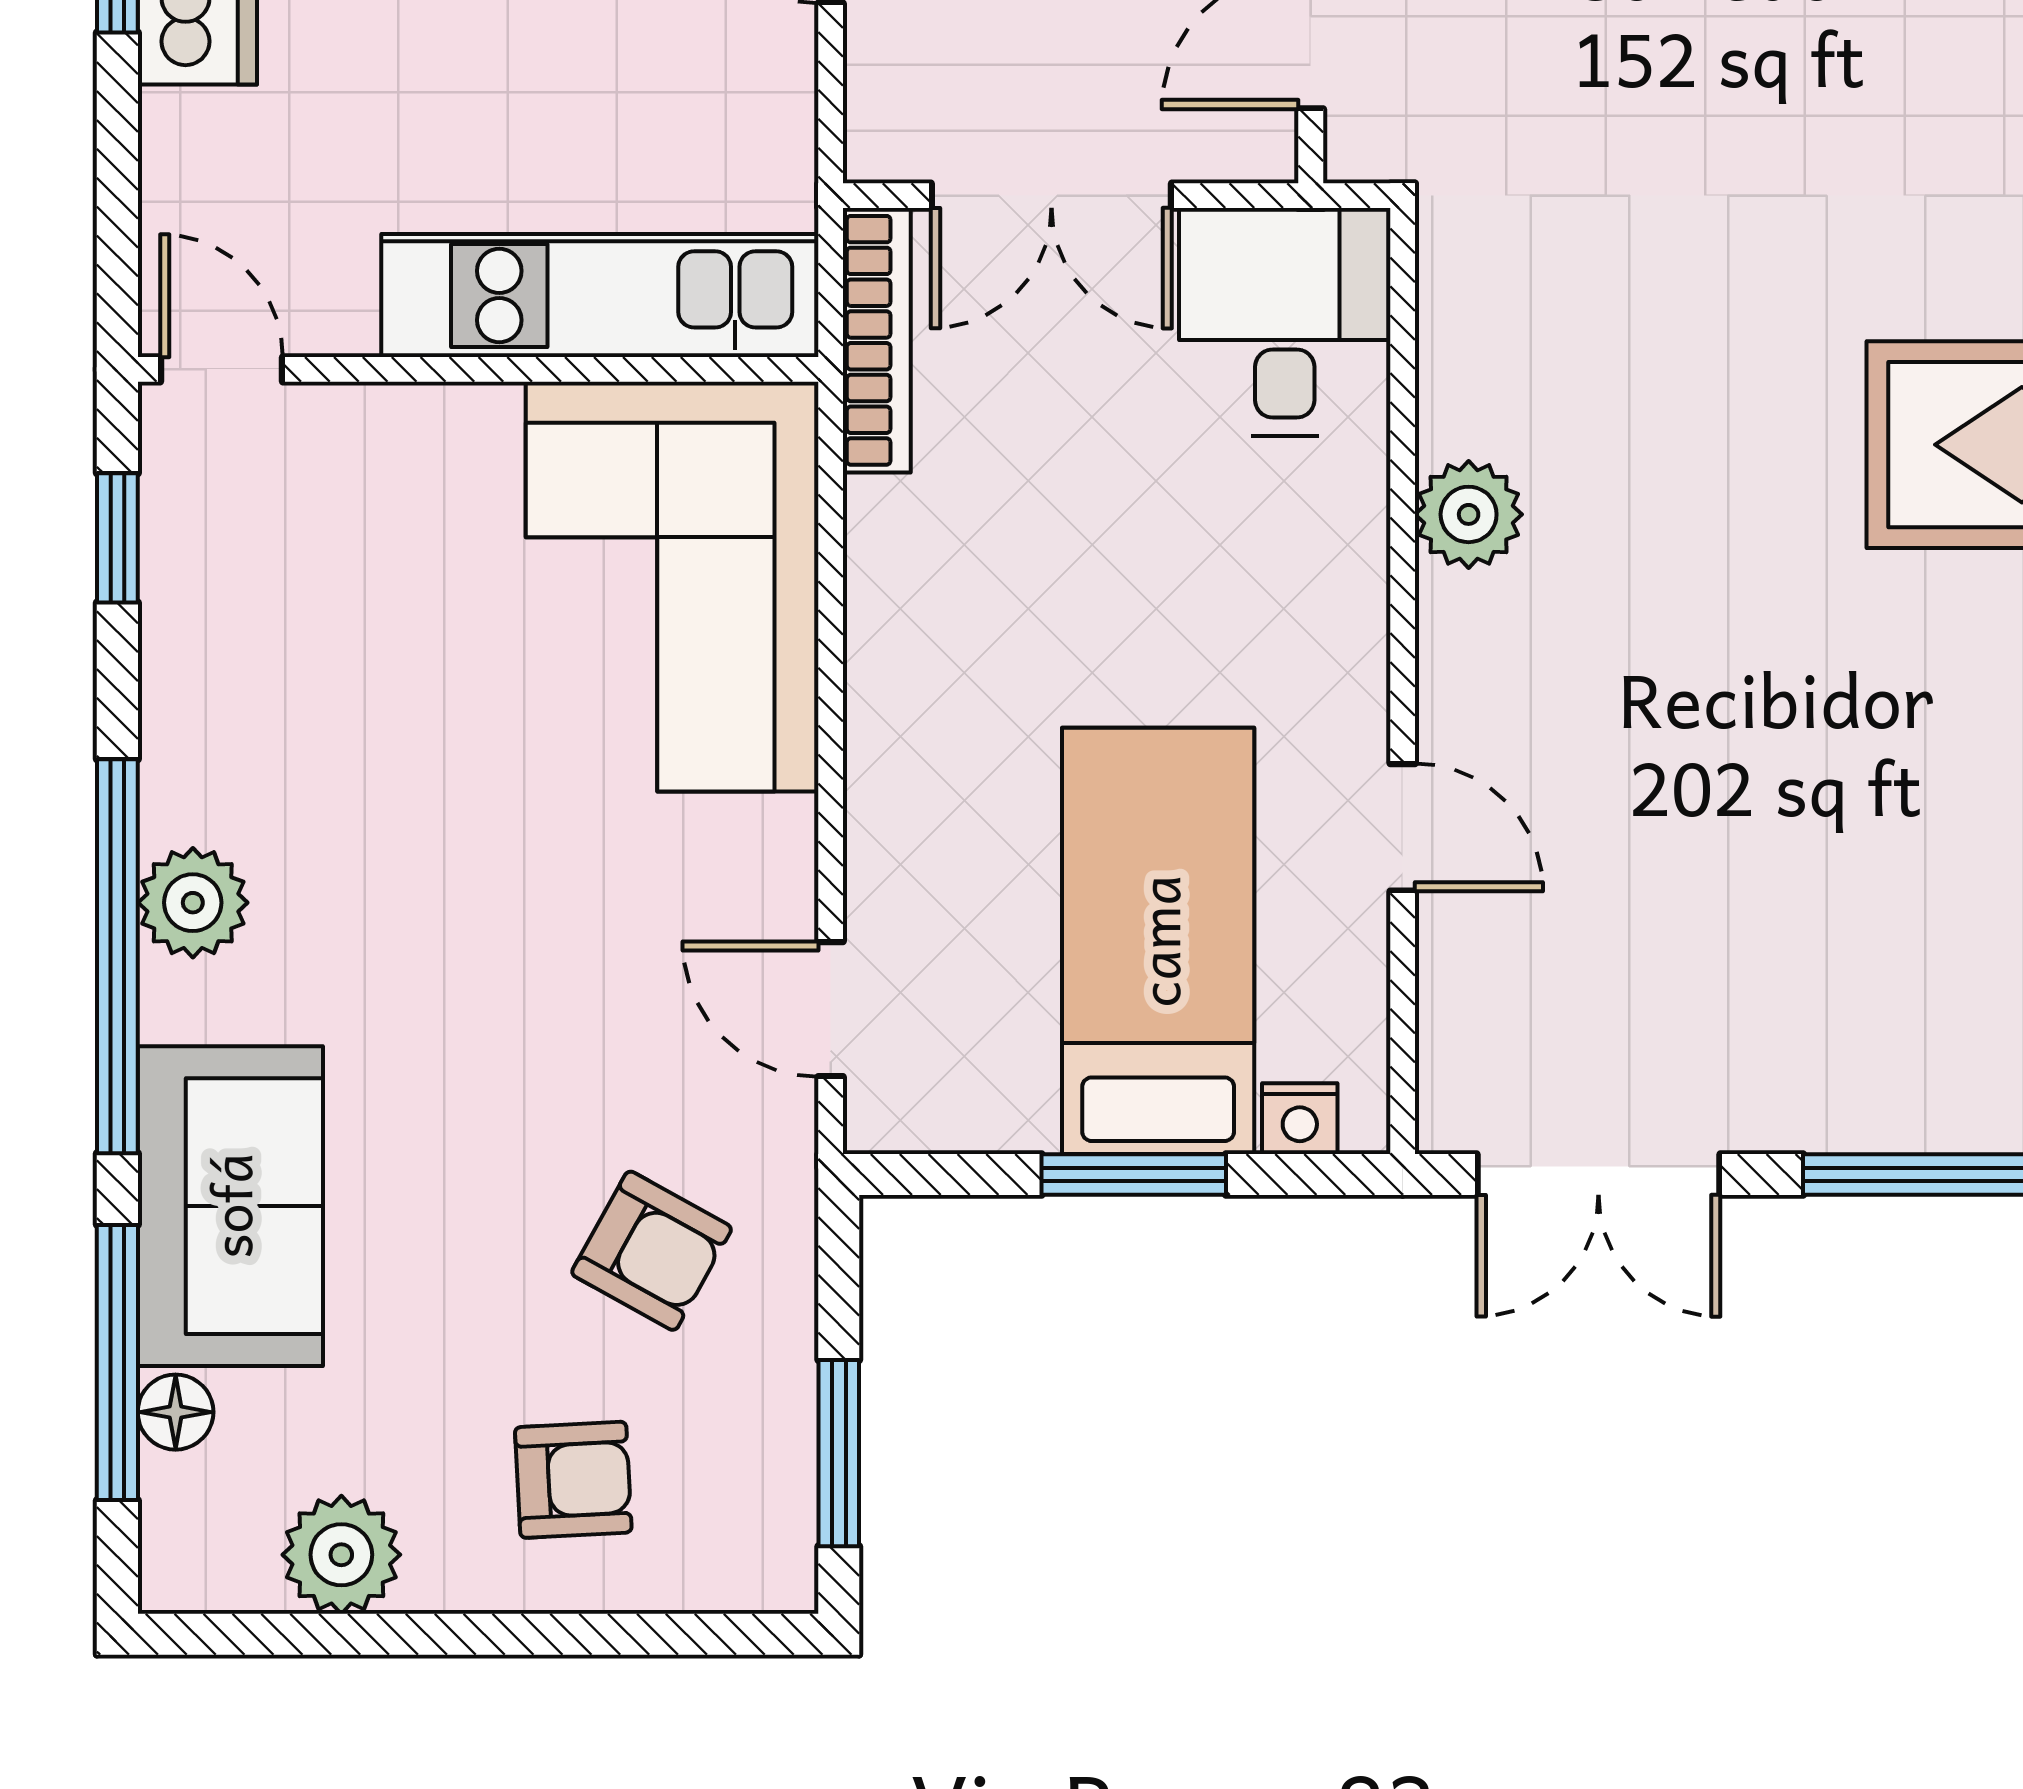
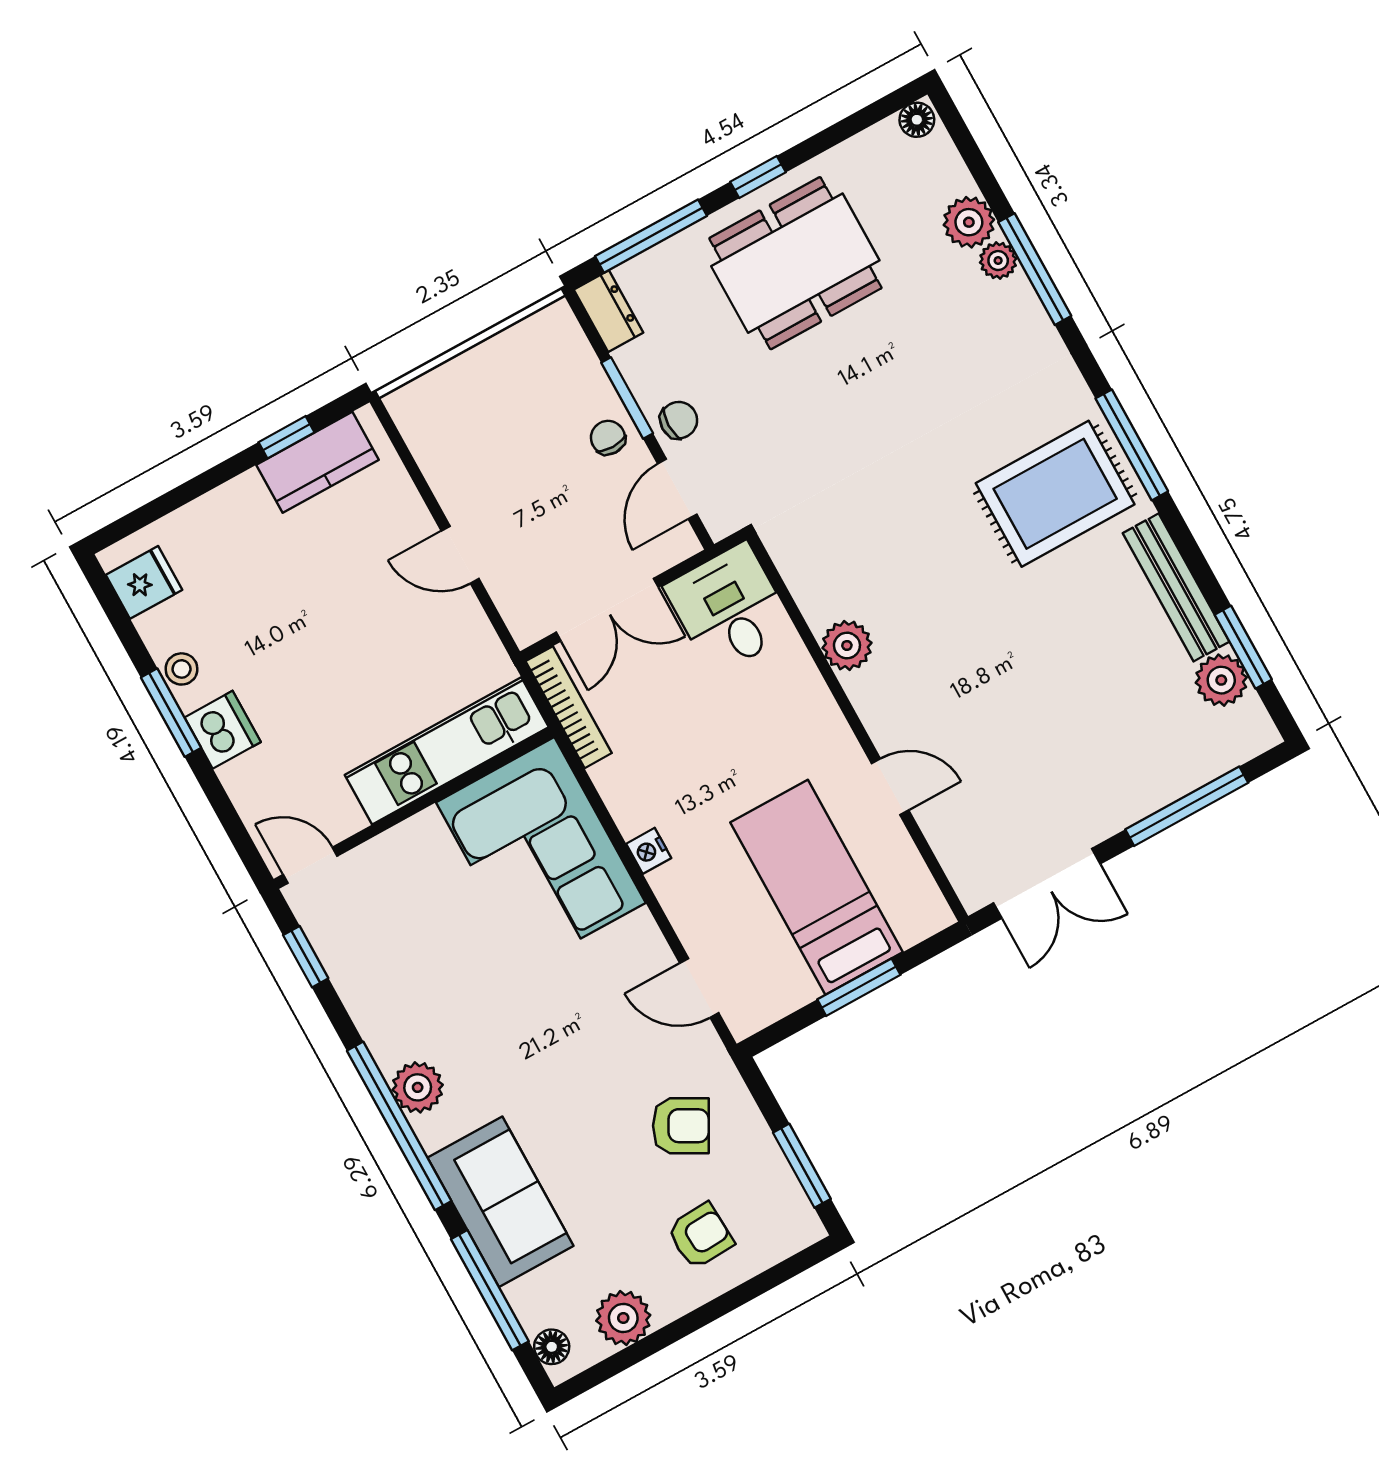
nightstand: (1300, 1119) -> (649, 851), moved, turned 90
floor lamp: (176, 1412) -> (552, 1347), moved

